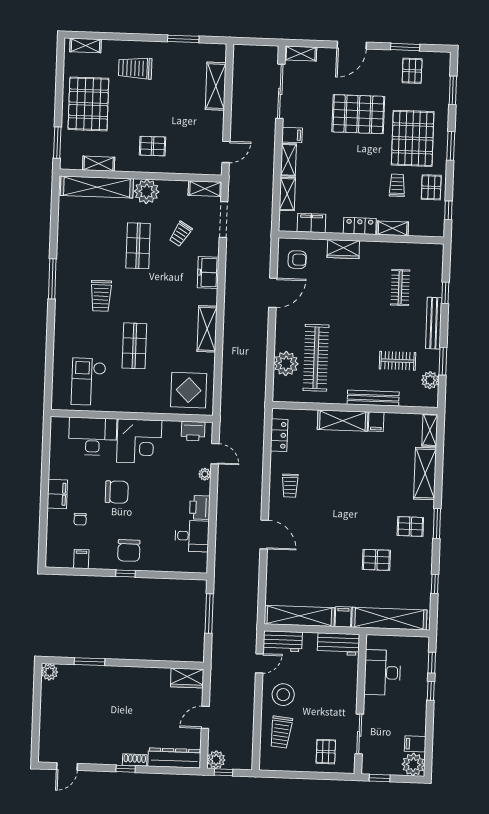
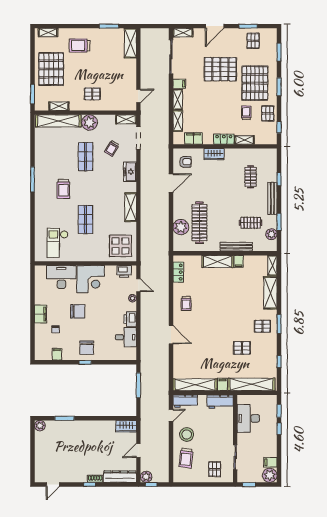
shelving: (216, 86) -> (130, 43), moved

